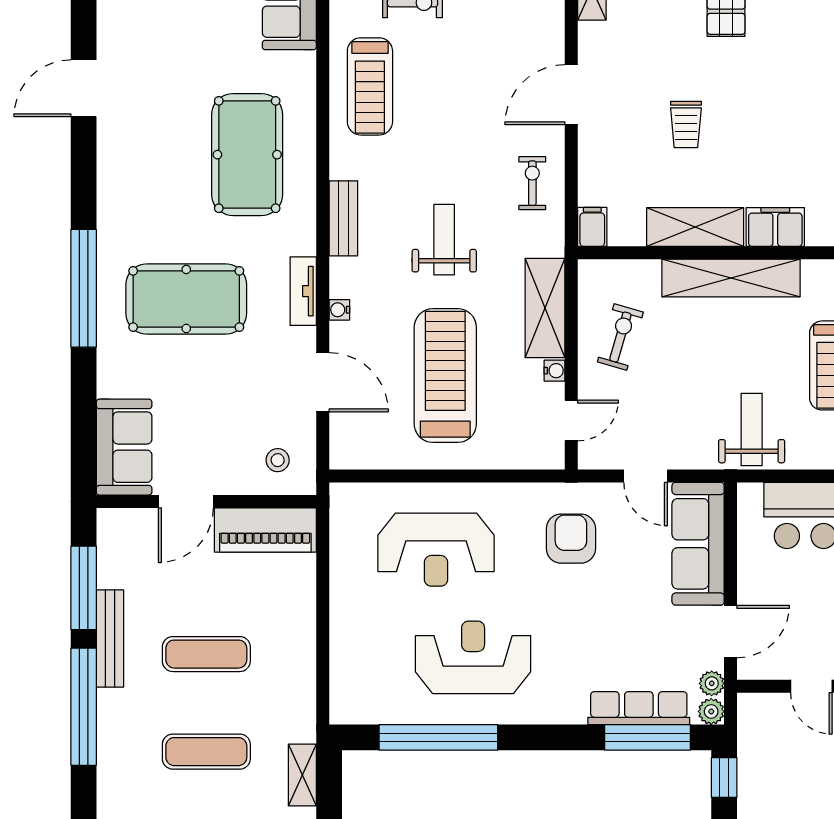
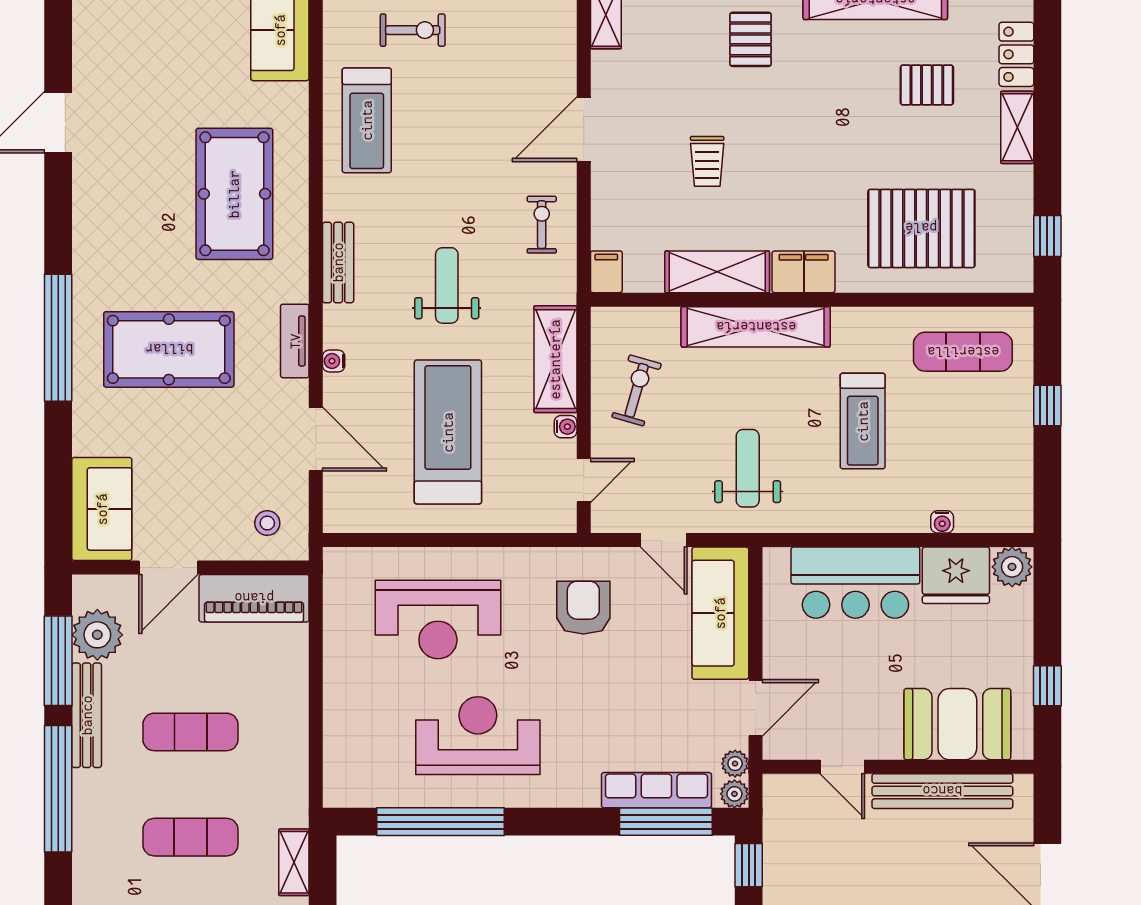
weight bench: (752, 429) -> (748, 468), moved
plant: (120, 564) -> (97, 635), added

